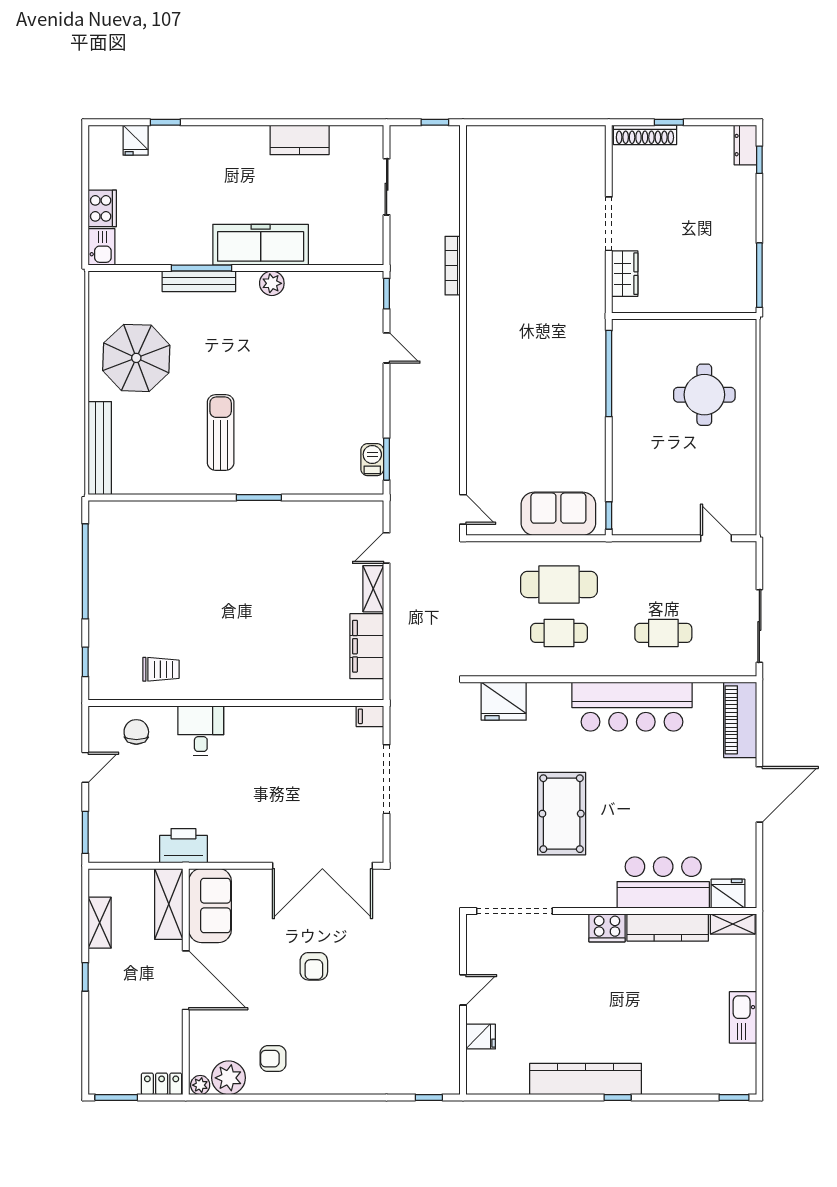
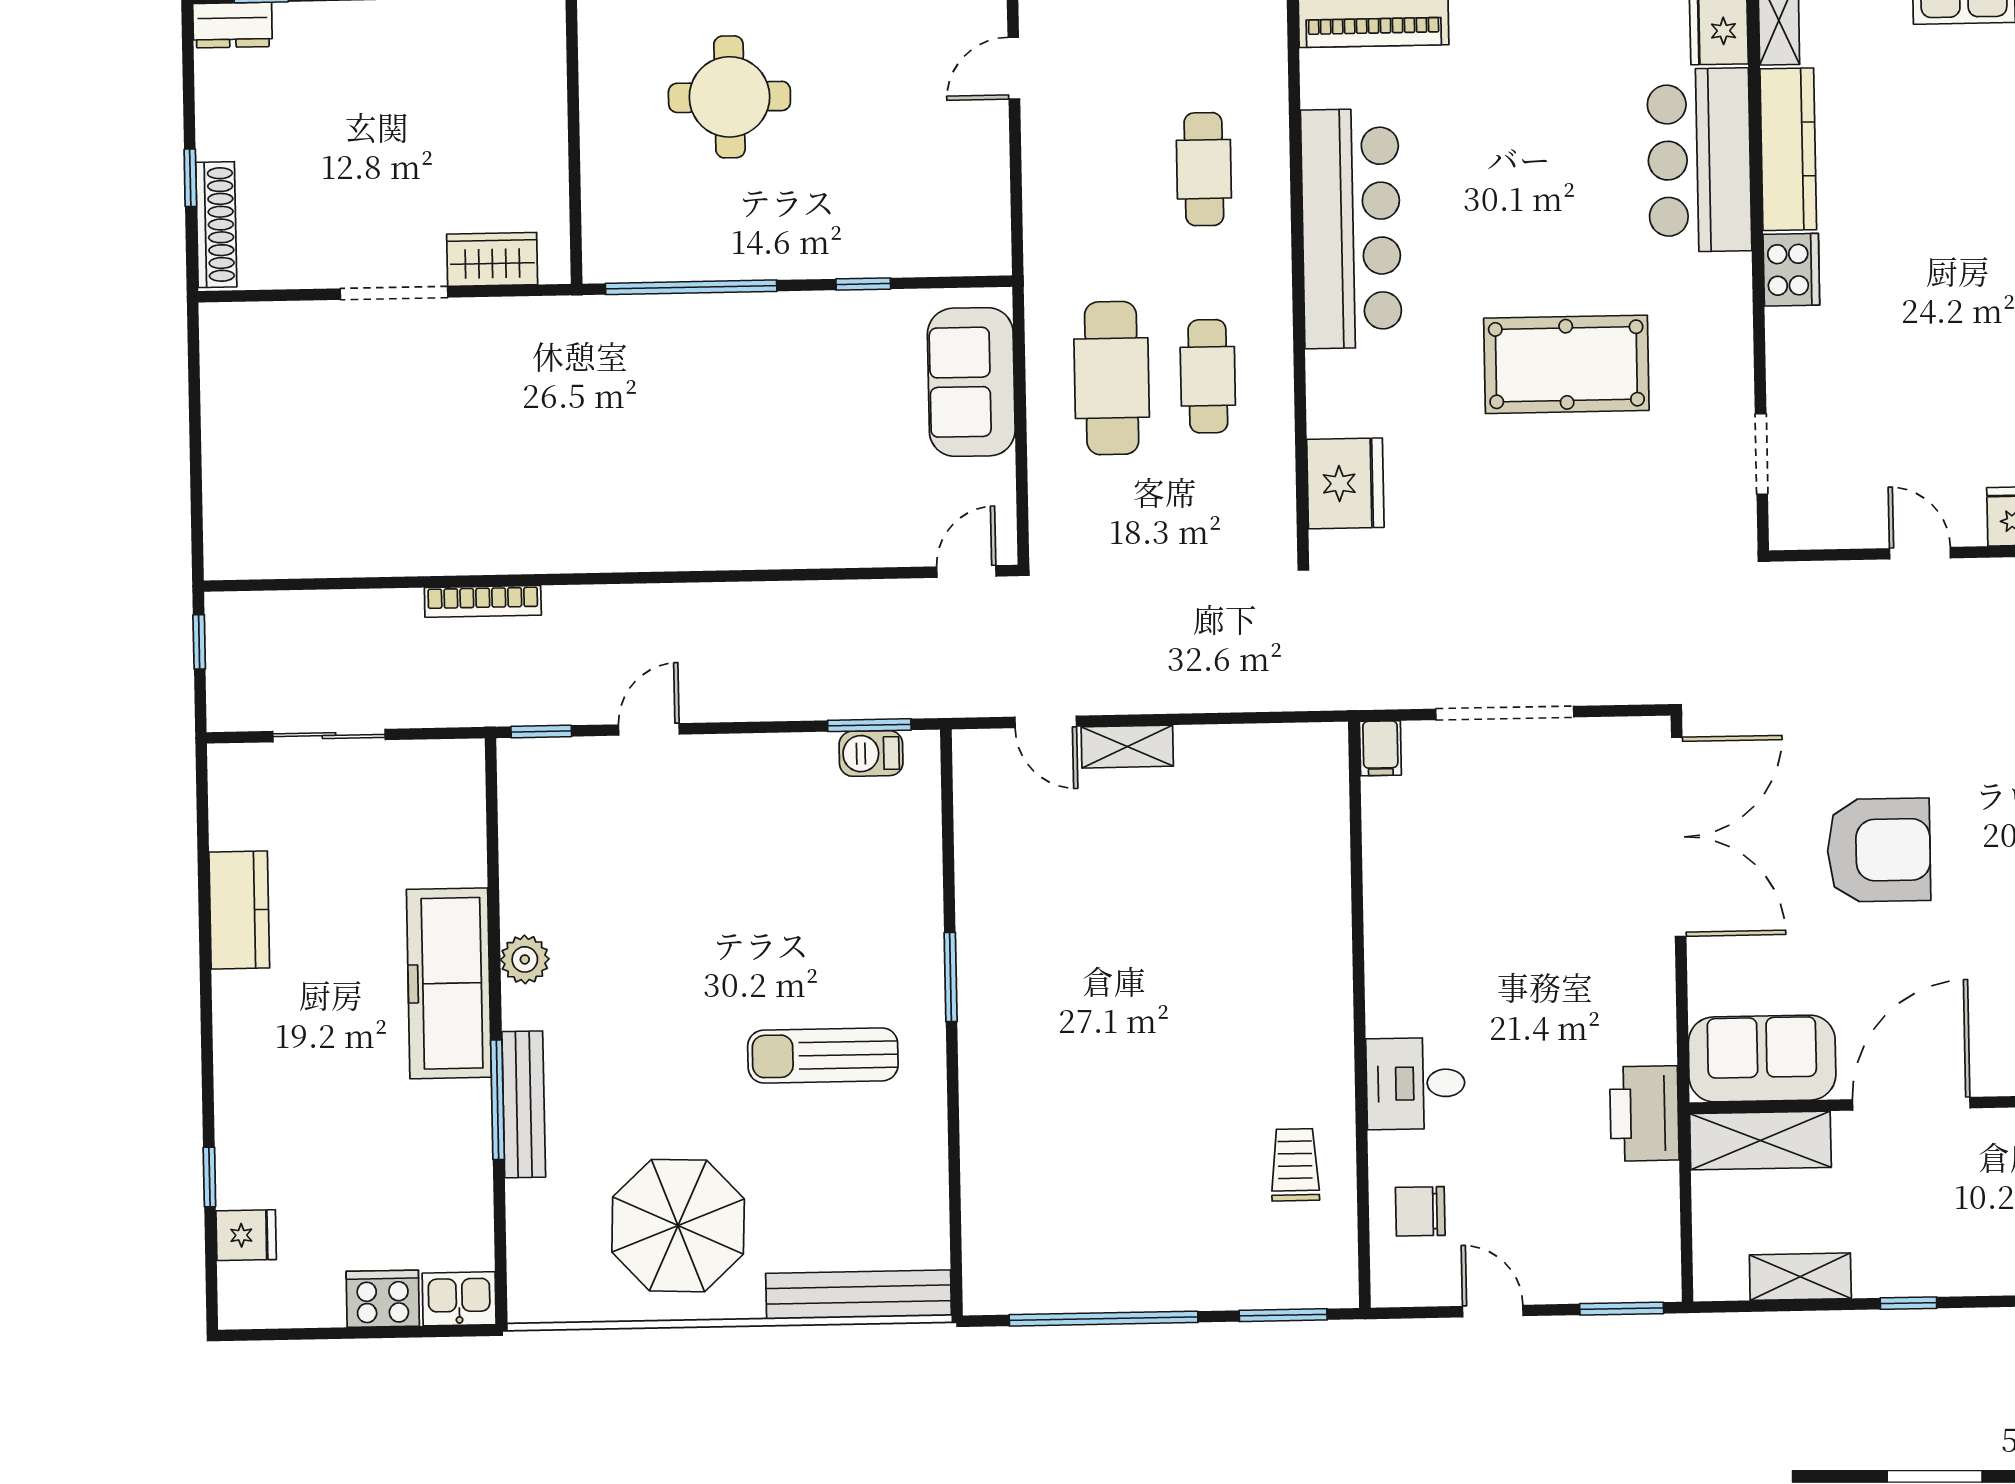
window: (609, 515) -> (863, 284), moved
filing cabinet: (367, 646) -> (1242, 757), removed
window: (85, 662) -> (1283, 1315), width x1.50
doorway: (514, 911) -> (1761, 454), width x0.53
armchair: (314, 966) -> (1879, 850), width x1.88, depth x1.88

